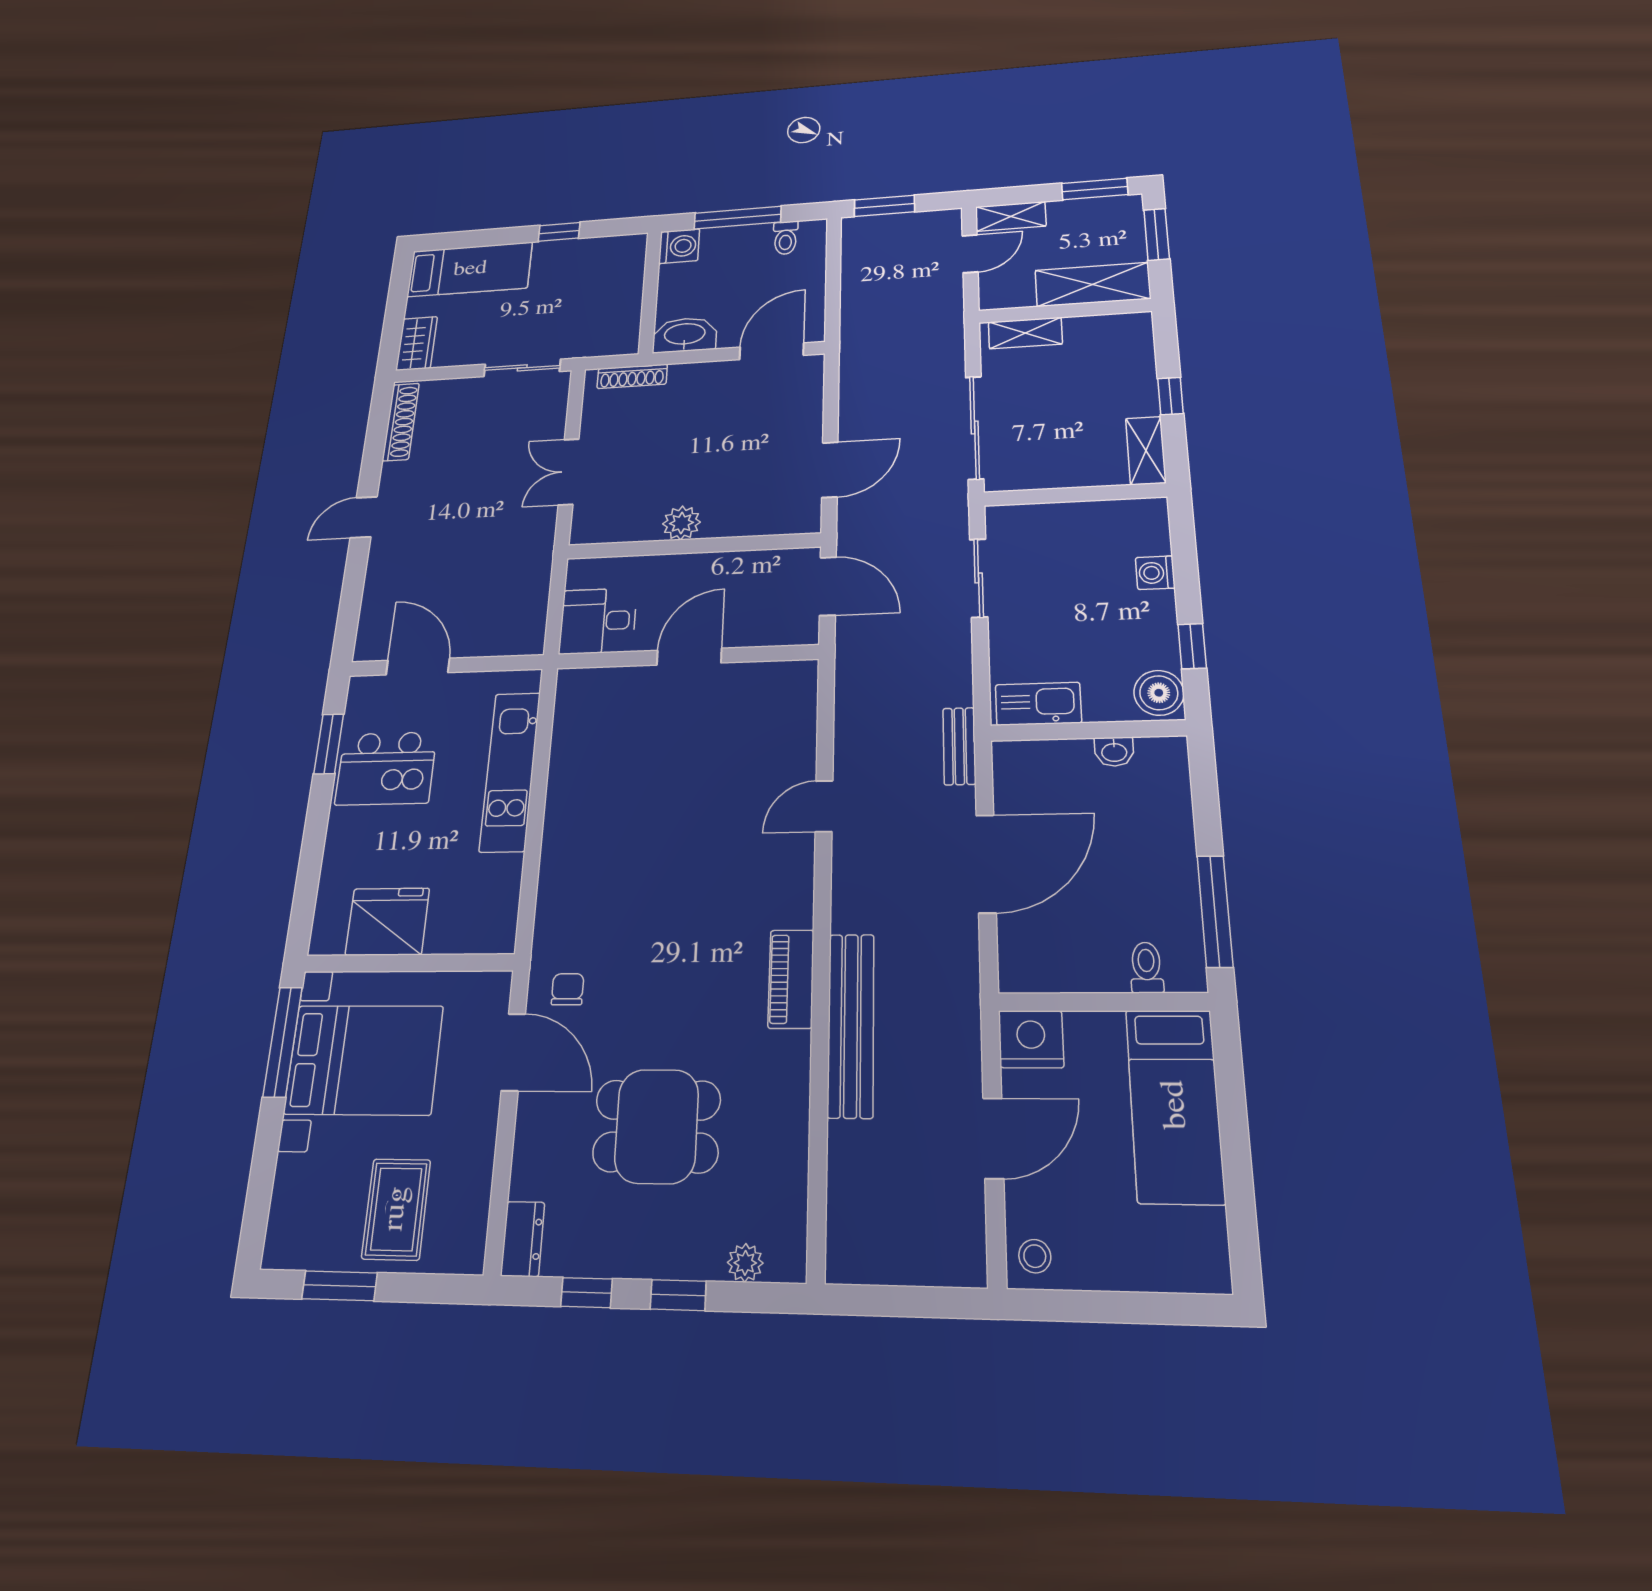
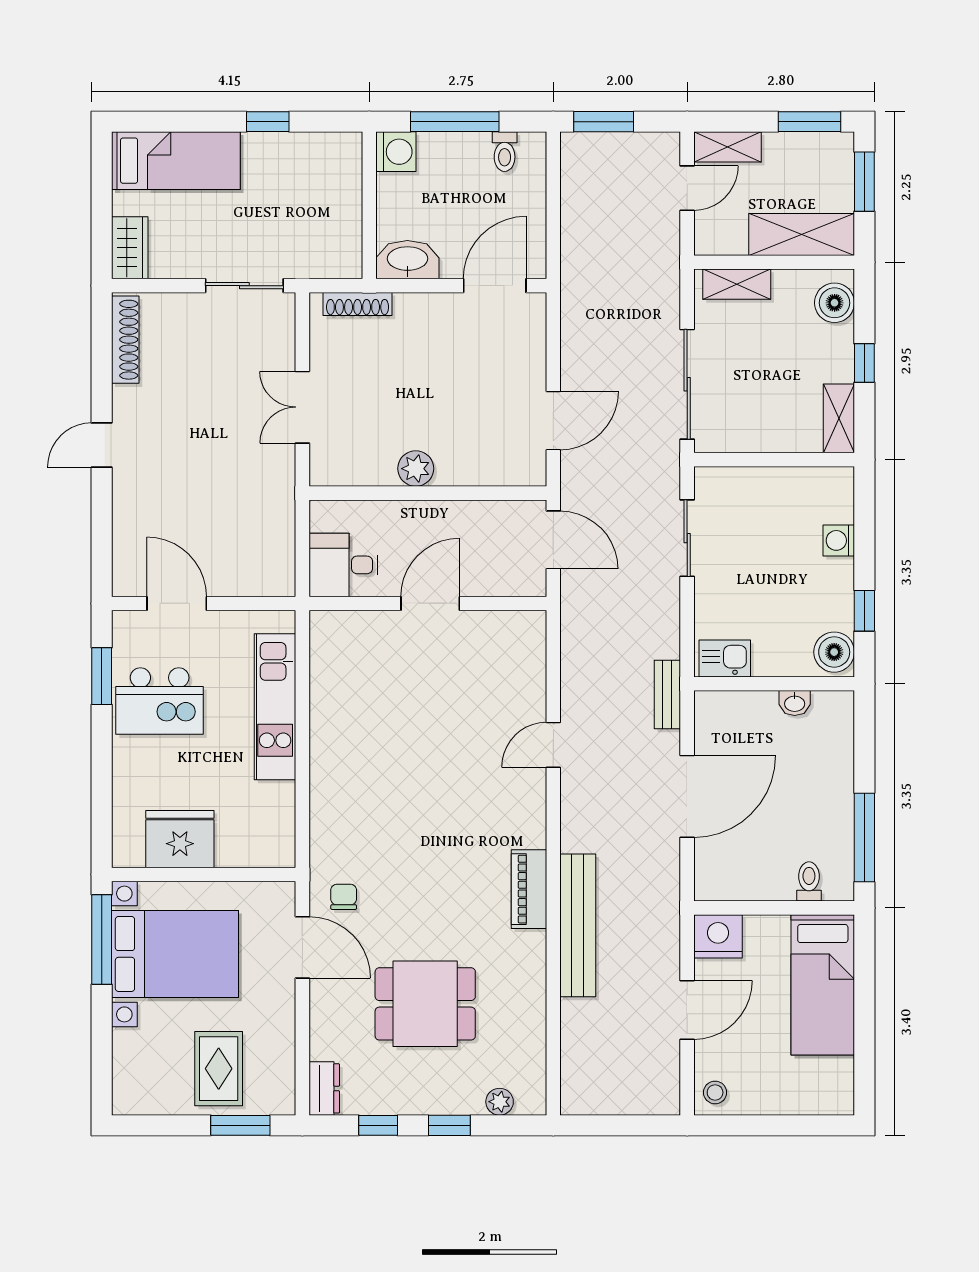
boiler: (1133, 343) -> (835, 303), added
kitchen sink: (1038, 704) -> (725, 659), width x0.73
window: (340, 1286) -> (240, 1125), moved

